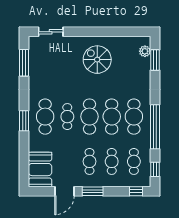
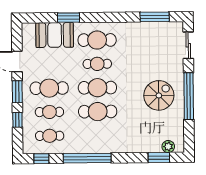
window: (98, 32) -> (189, 96), added
cafe table: (134, 117) -> (98, 135), removed
window: (24, 121) -> (68, 18), moved
cafe table: (90, 161) -> (49, 88), width x1.37, depth x1.35
booth: (40, 170) -> (55, 35), moved
window: (136, 191) -> (17, 120), moved

